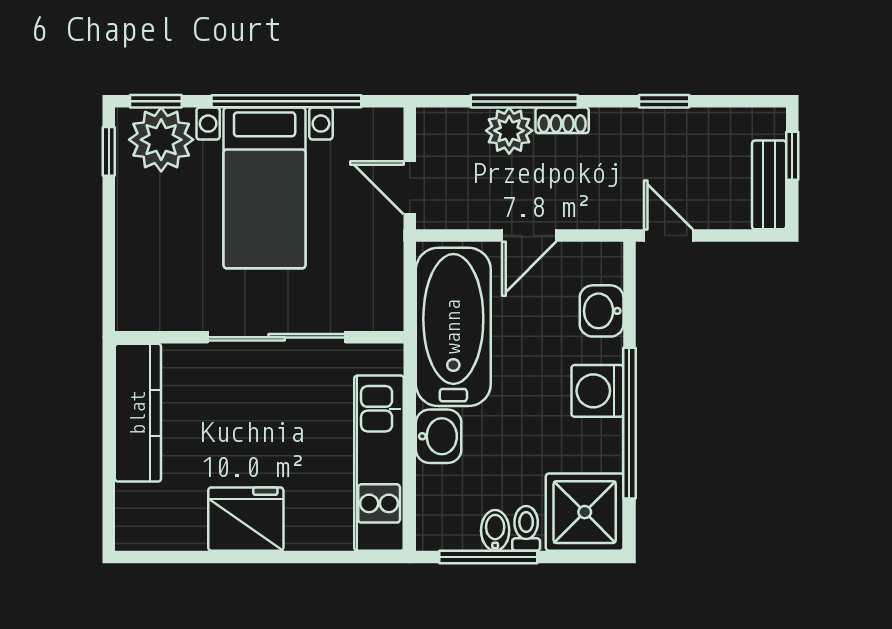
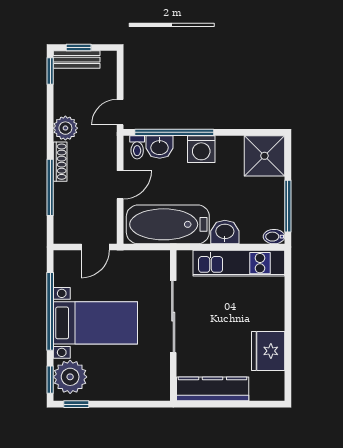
window: (664, 101) -> (50, 71), moved
shoe rack: (562, 120) -> (60, 162), width x1.43
plant: (509, 131) -> (65, 128), moved
bench: (769, 185) -> (77, 60), moved
door: (529, 236) -> (120, 185), hinge flipped
window: (629, 423) -> (174, 132), moved
fridge: (246, 519) -> (268, 351), moved
toilet: (526, 528) -> (137, 147), moved, turned -90
bidet: (495, 530) -> (274, 237), moved

